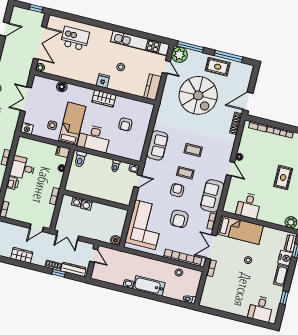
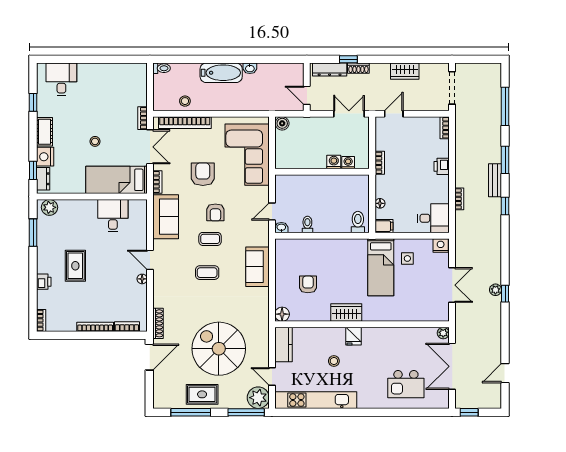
floor lamp: (62, 87) -> (282, 314), moved
desk: (94, 138) -> (346, 255), removed
desk: (23, 168) -> (433, 218), moved

